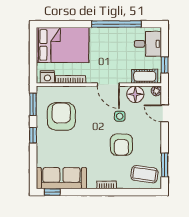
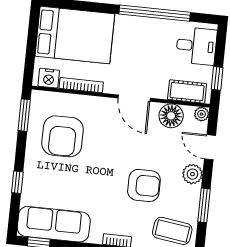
armchair: (61, 116) -> (63, 136), turned 180
side table: (120, 116) -> (146, 145), removed
plant: (154, 133) -> (192, 174), added
window: (33, 135) -> (17, 182), moved
armchair: (121, 145) -> (144, 185), turned -90
window: (165, 165) -> (204, 205), moved

